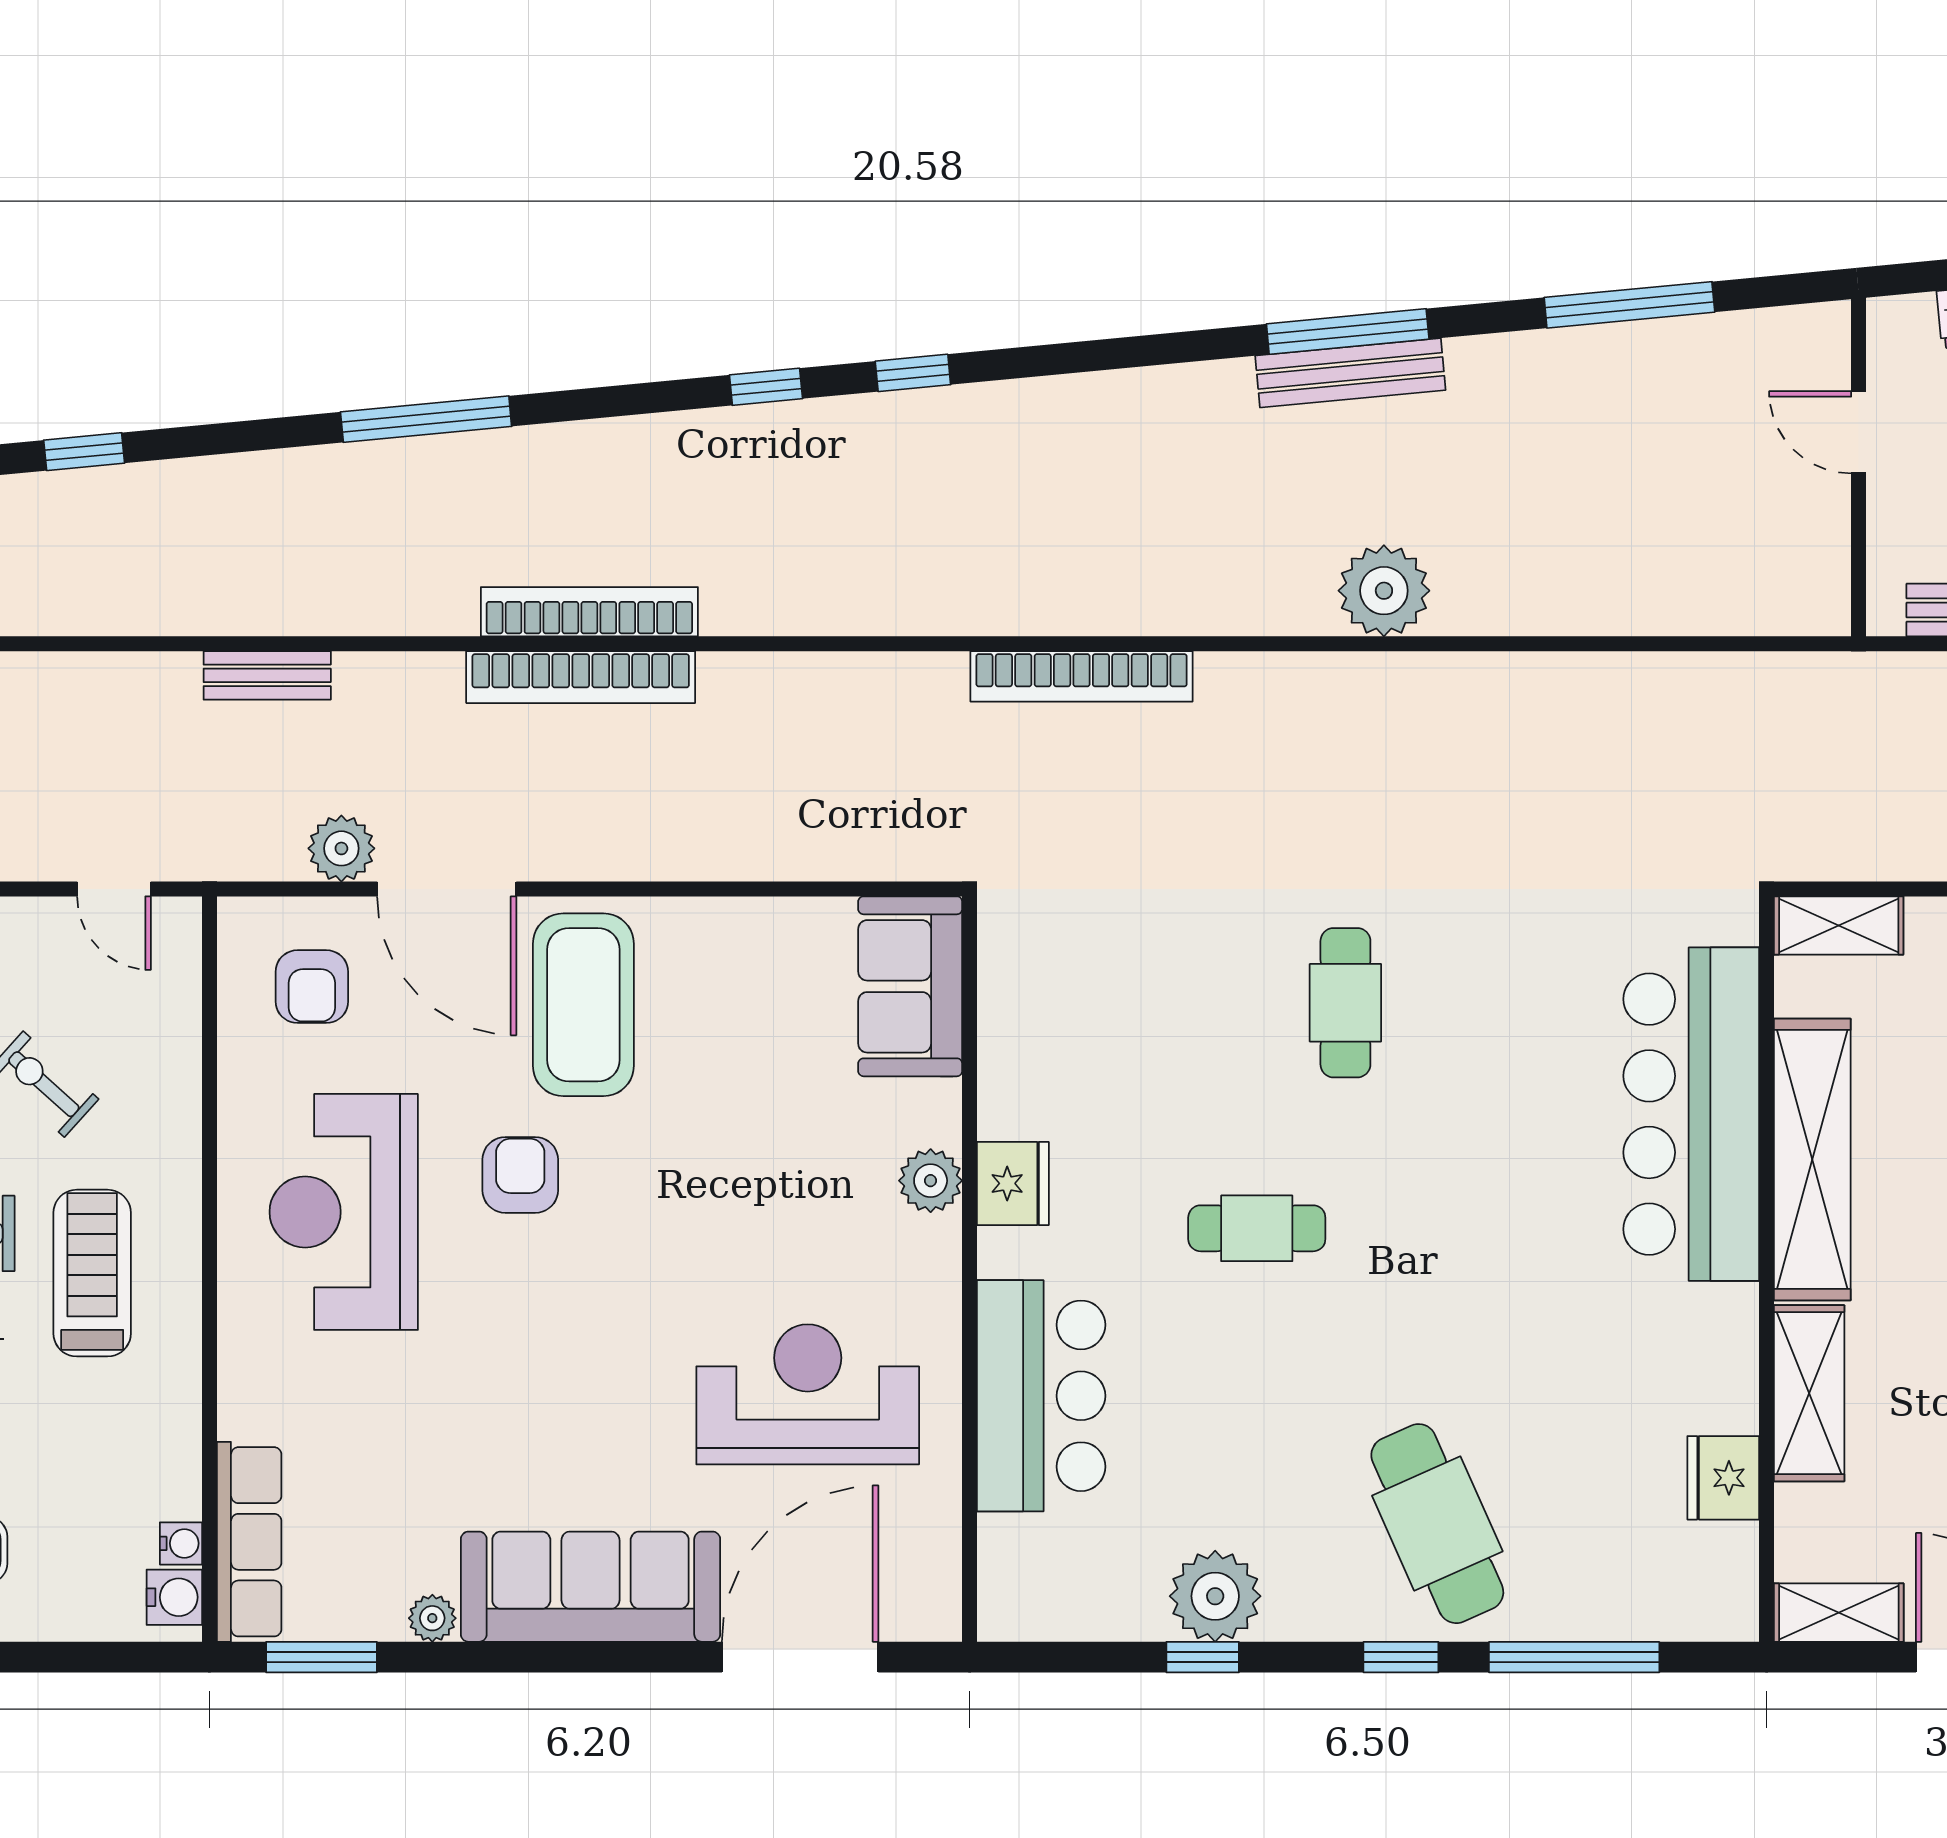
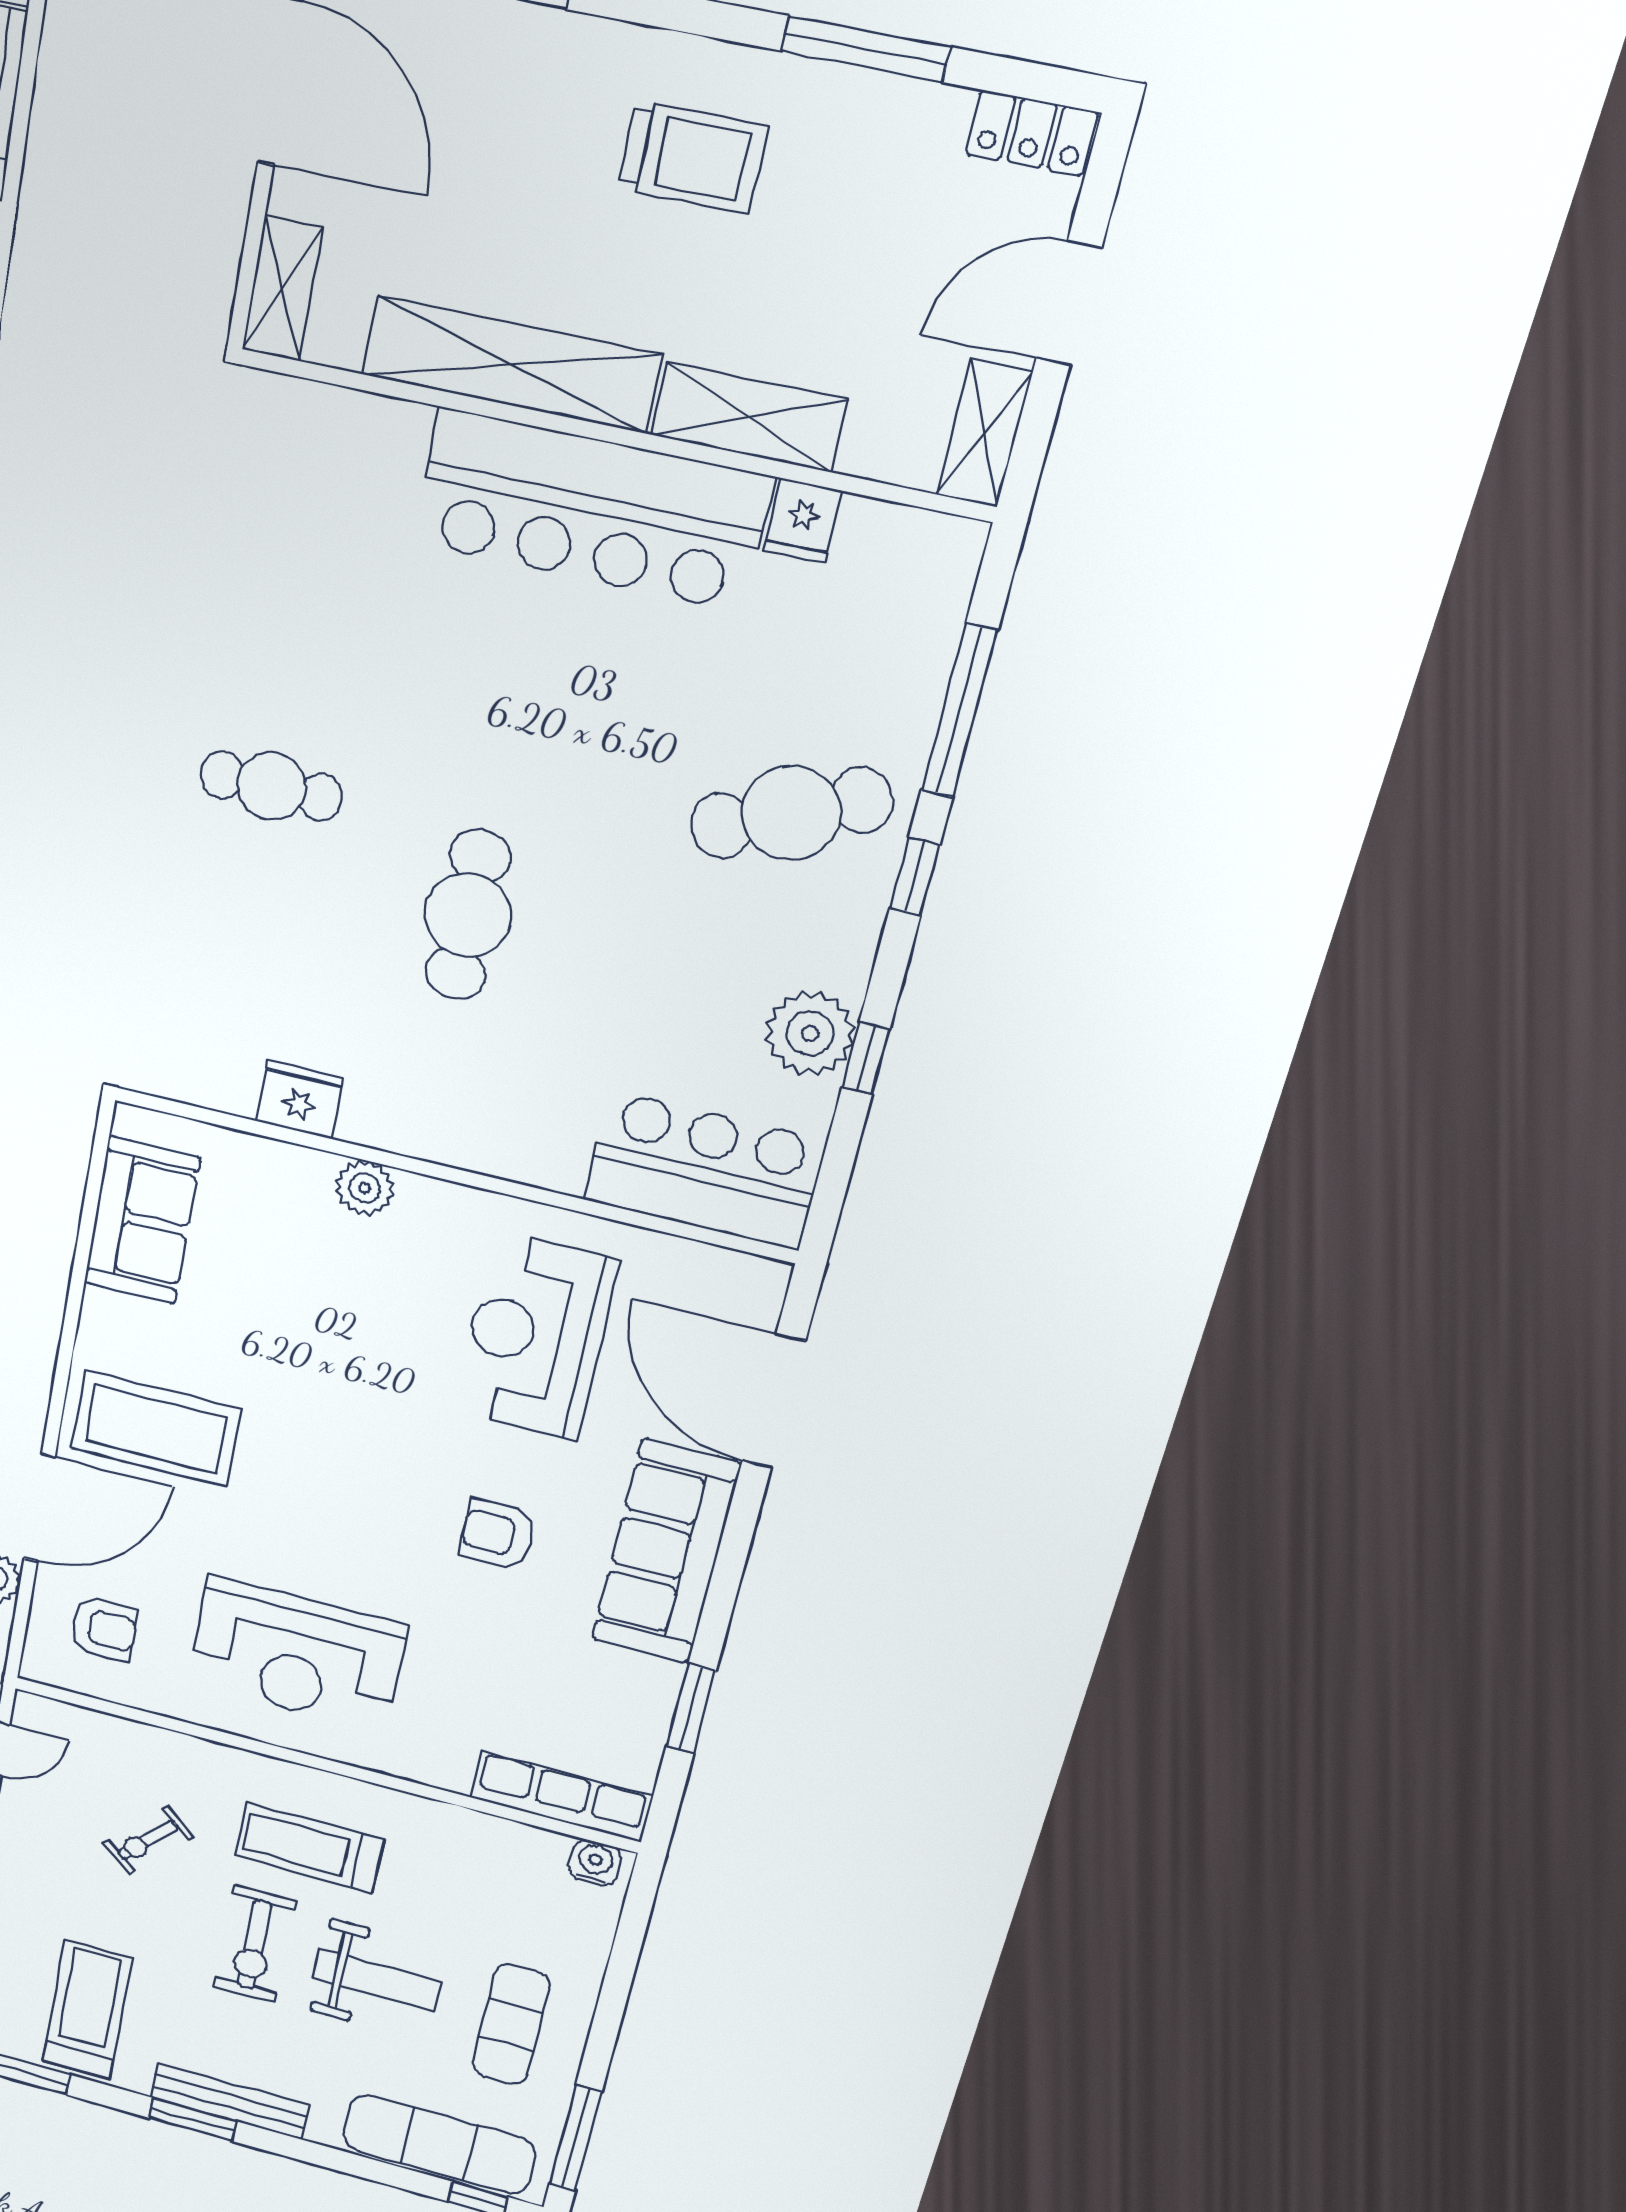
sofa: (910, 986) -> (142, 1220), moved, turned -90
bar counter: (1691, 1114) -> (591, 510), moved
armchair: (520, 1175) -> (498, 1534), moved
fridge: (1013, 1183) -> (300, 1100), moved
cafe table: (1257, 1228) -> (468, 915), width x1.37, depth x1.35
bar counter: (1041, 1396) -> (704, 1170), moved
fridge: (1723, 1478) -> (803, 521), width x0.72
water cooler: (181, 1543) -> (550, 1846), removed
plant: (432, 1618) -> (662, 1679), removed
window: (322, 1657) -> (691, 1709), moved

